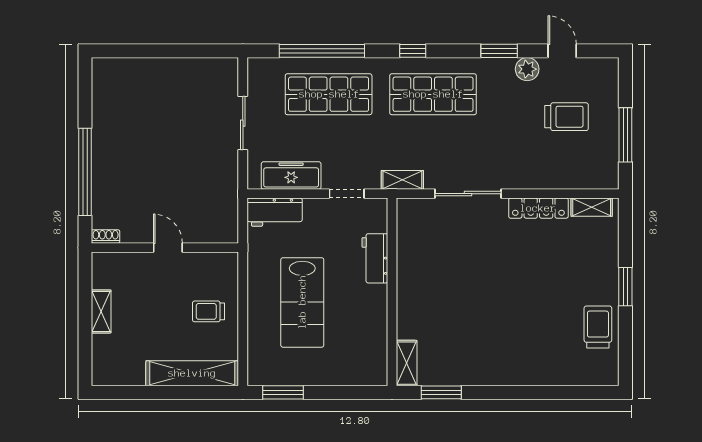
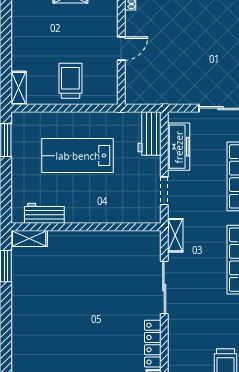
workbench: (375, 258) -> (44, 213), moved
trolley: (208, 311) -> (70, 81), width x1.36, depth x1.39
shelving: (192, 373) -> (19, 88), width x0.45, depth x0.75

